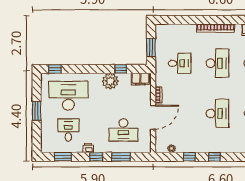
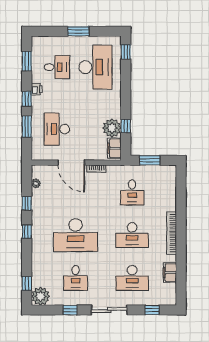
plant: (110, 81) -> (112, 128), moved
desk: (217, 113) -> (76, 235), width x1.36, depth x1.30

